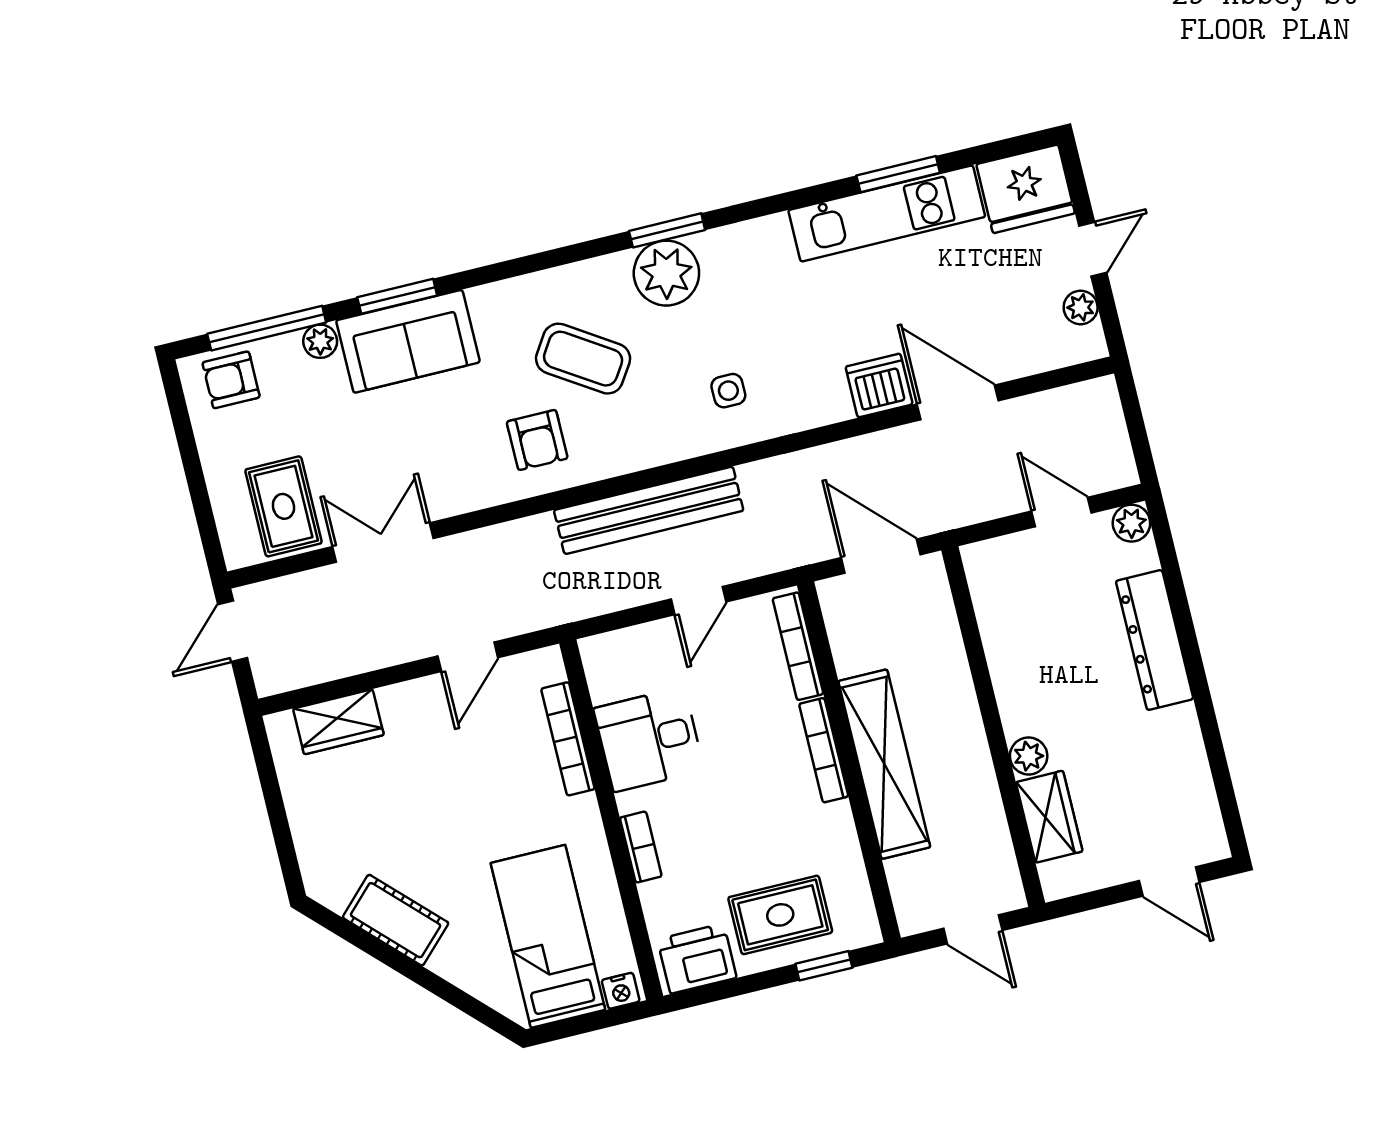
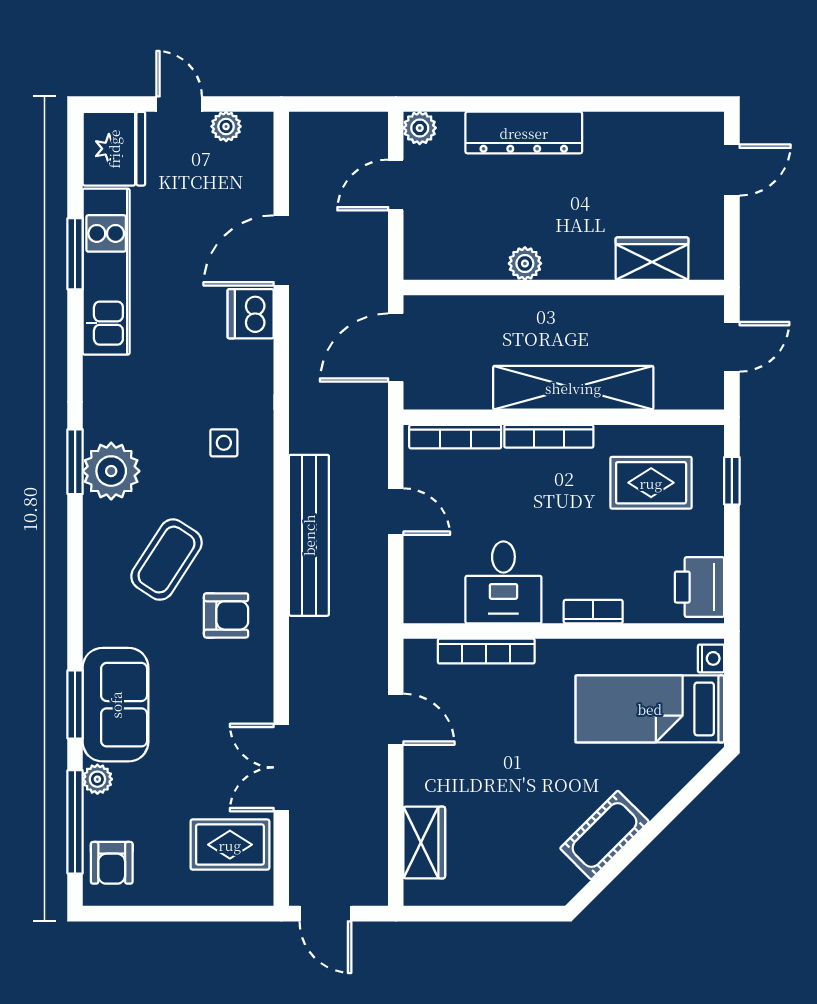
plant: (1029, 756) -> (525, 263), moved
rug: (780, 915) -> (651, 483), moved, turned 90

